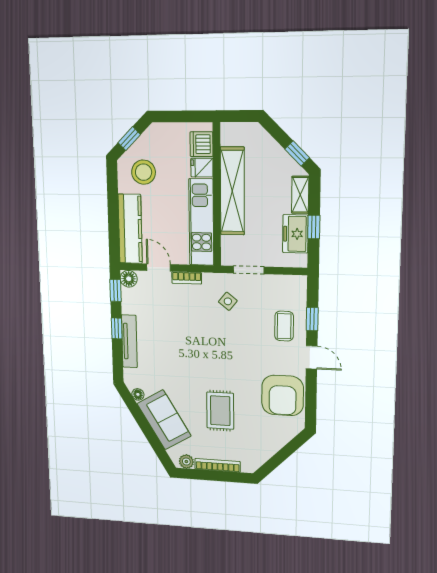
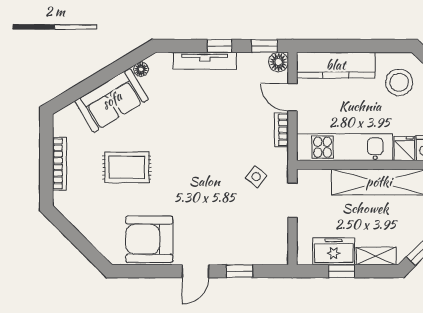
door: (159, 267) -> (292, 97), swing flipped
coffee table: (284, 326) -> (230, 240), removed
plant: (186, 462) -> (62, 126), removed

